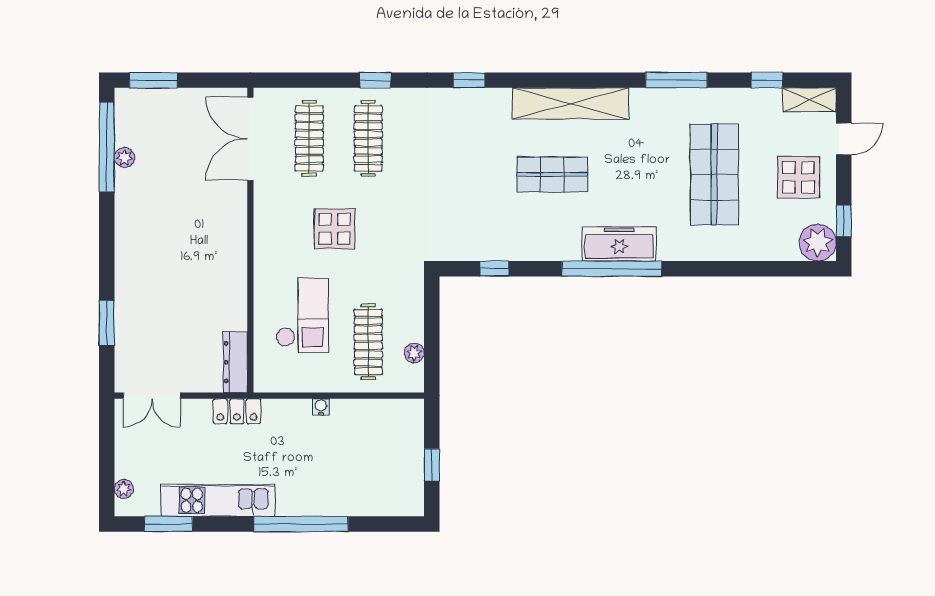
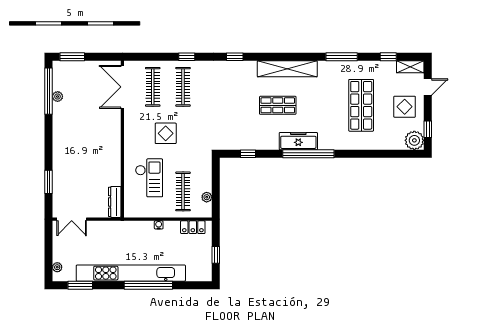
freezer: (619, 244) -> (298, 141), moved
locker: (237, 411) -> (193, 227), moved
kitchen unit: (218, 500) -> (131, 273), width x1.86

